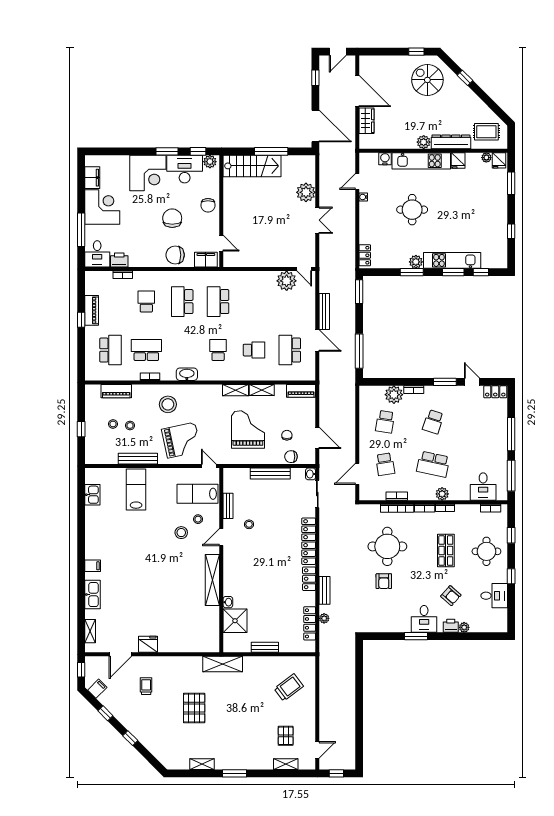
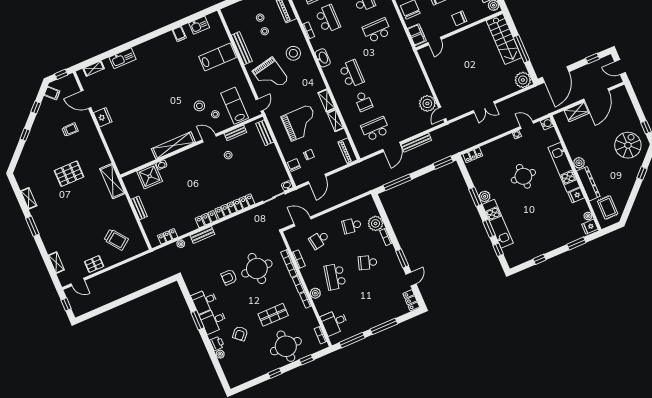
water cooler: (385, 159) -> (547, 123), moved
plant: (306, 192) -> (523, 80), moved
school desk: (218, 302) -> (389, 58), removed
school desk: (218, 350) -> (352, 74), width x1.85
bench: (270, 473) -> (265, 133), moved, width x0.73
round table: (486, 551) -> (286, 346), width x1.36, depth x1.36
filing cabinet: (93, 566) -> (179, 34), moved
desk: (494, 596) -> (205, 301), moved, turned 90
locker: (310, 623) -> (168, 236), width x0.66
pallet: (286, 736) -> (94, 264), moved

